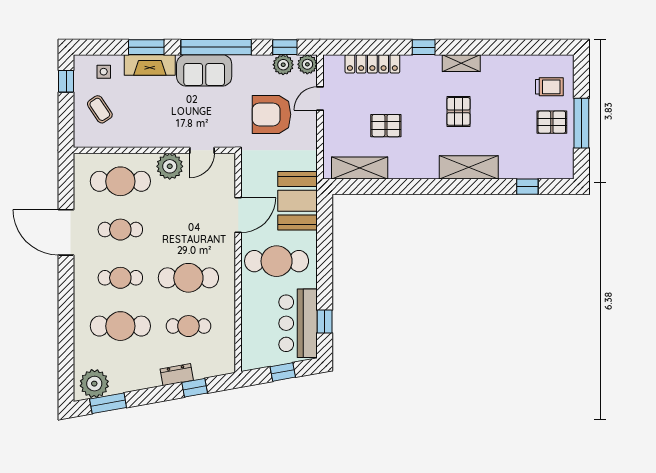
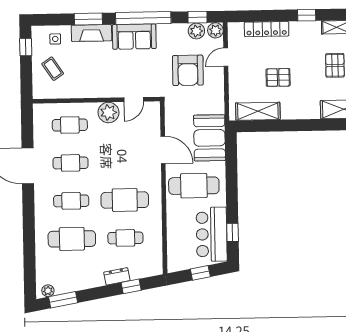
armchair: (272, 114) -> (188, 70), turned -90
cafe table: (120, 181) -> (70, 125), width x0.73, depth x0.74
door: (238, 215) -> (163, 150), hinge flipped
plant: (94, 384) -> (48, 291), width x0.53, depth x0.53

